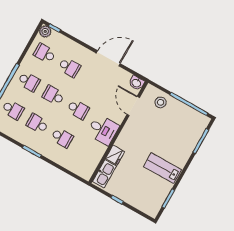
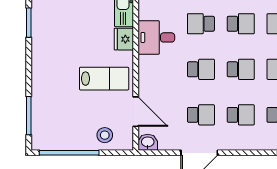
school desk: (69, 67) -> (241, 115), turned 180
school desk: (94, 81) -> (201, 115), added
school desk: (78, 109) -> (201, 69), turned 180
desk: (103, 130) -> (156, 37), moved
lab bench: (162, 168) -> (104, 79), moved

